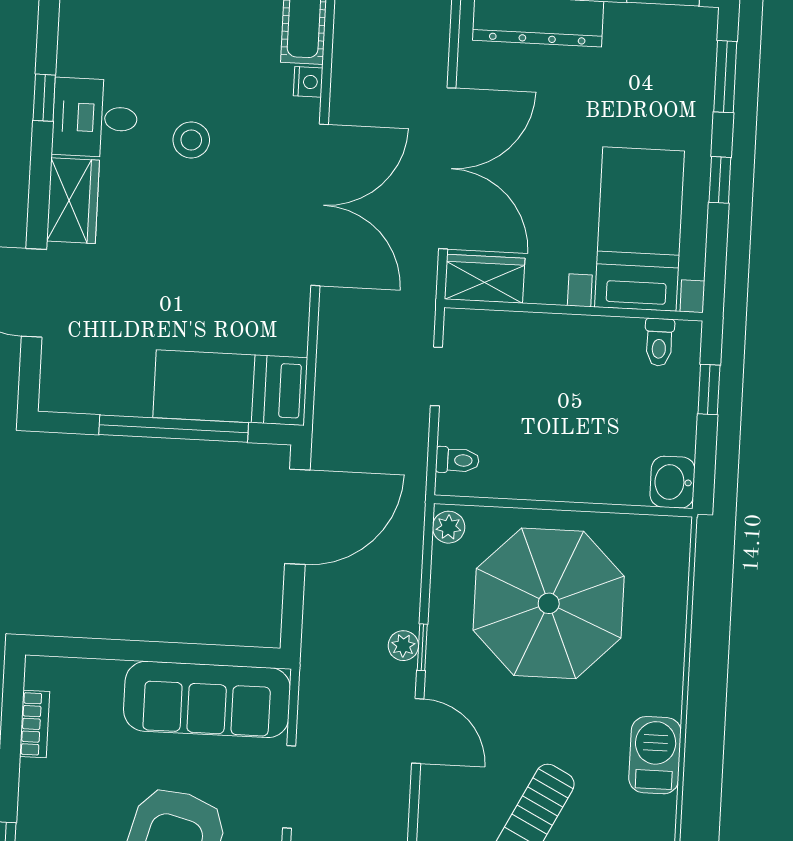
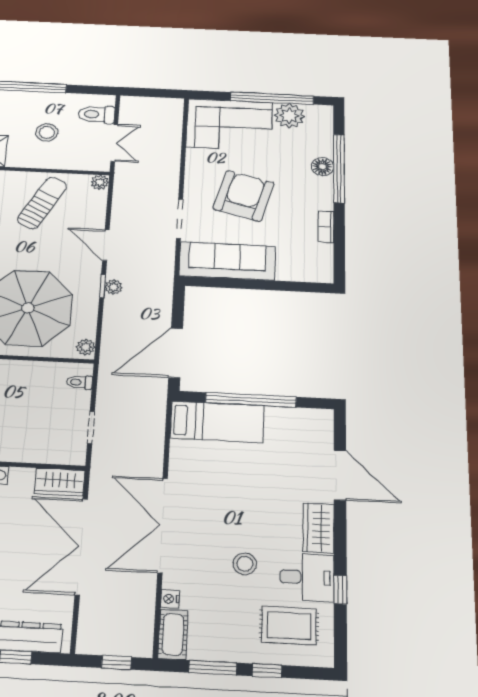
rug: (126, 40) -> (289, 625), added
bookcase: (35, 724) -> (326, 227), moved

